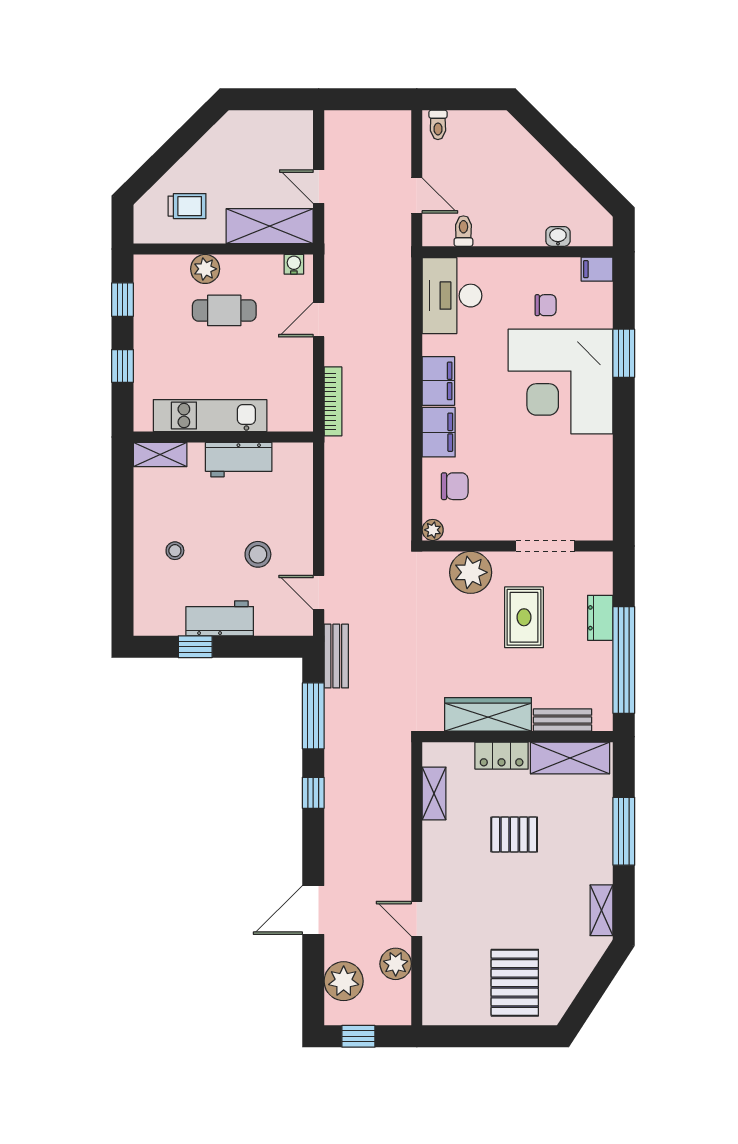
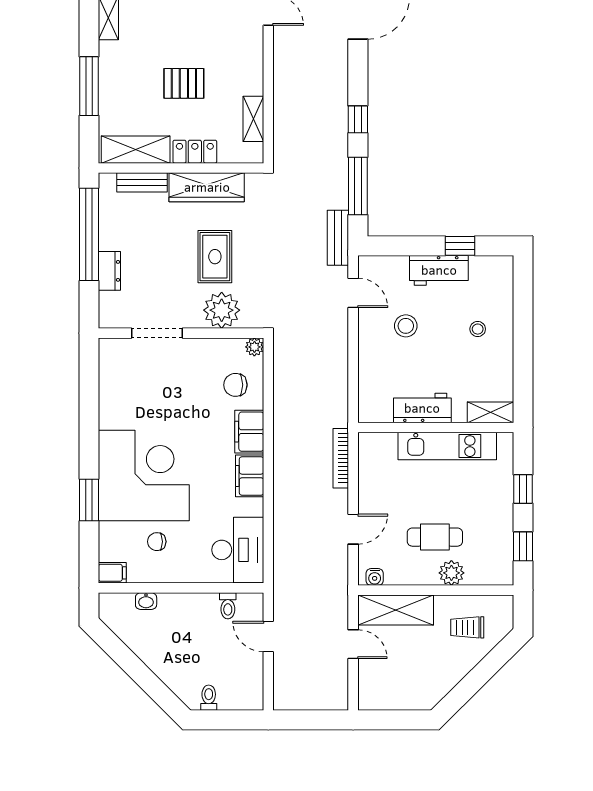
toilet: (438, 125) -> (209, 698), moved
rug: (524, 617) -> (215, 257), moved

